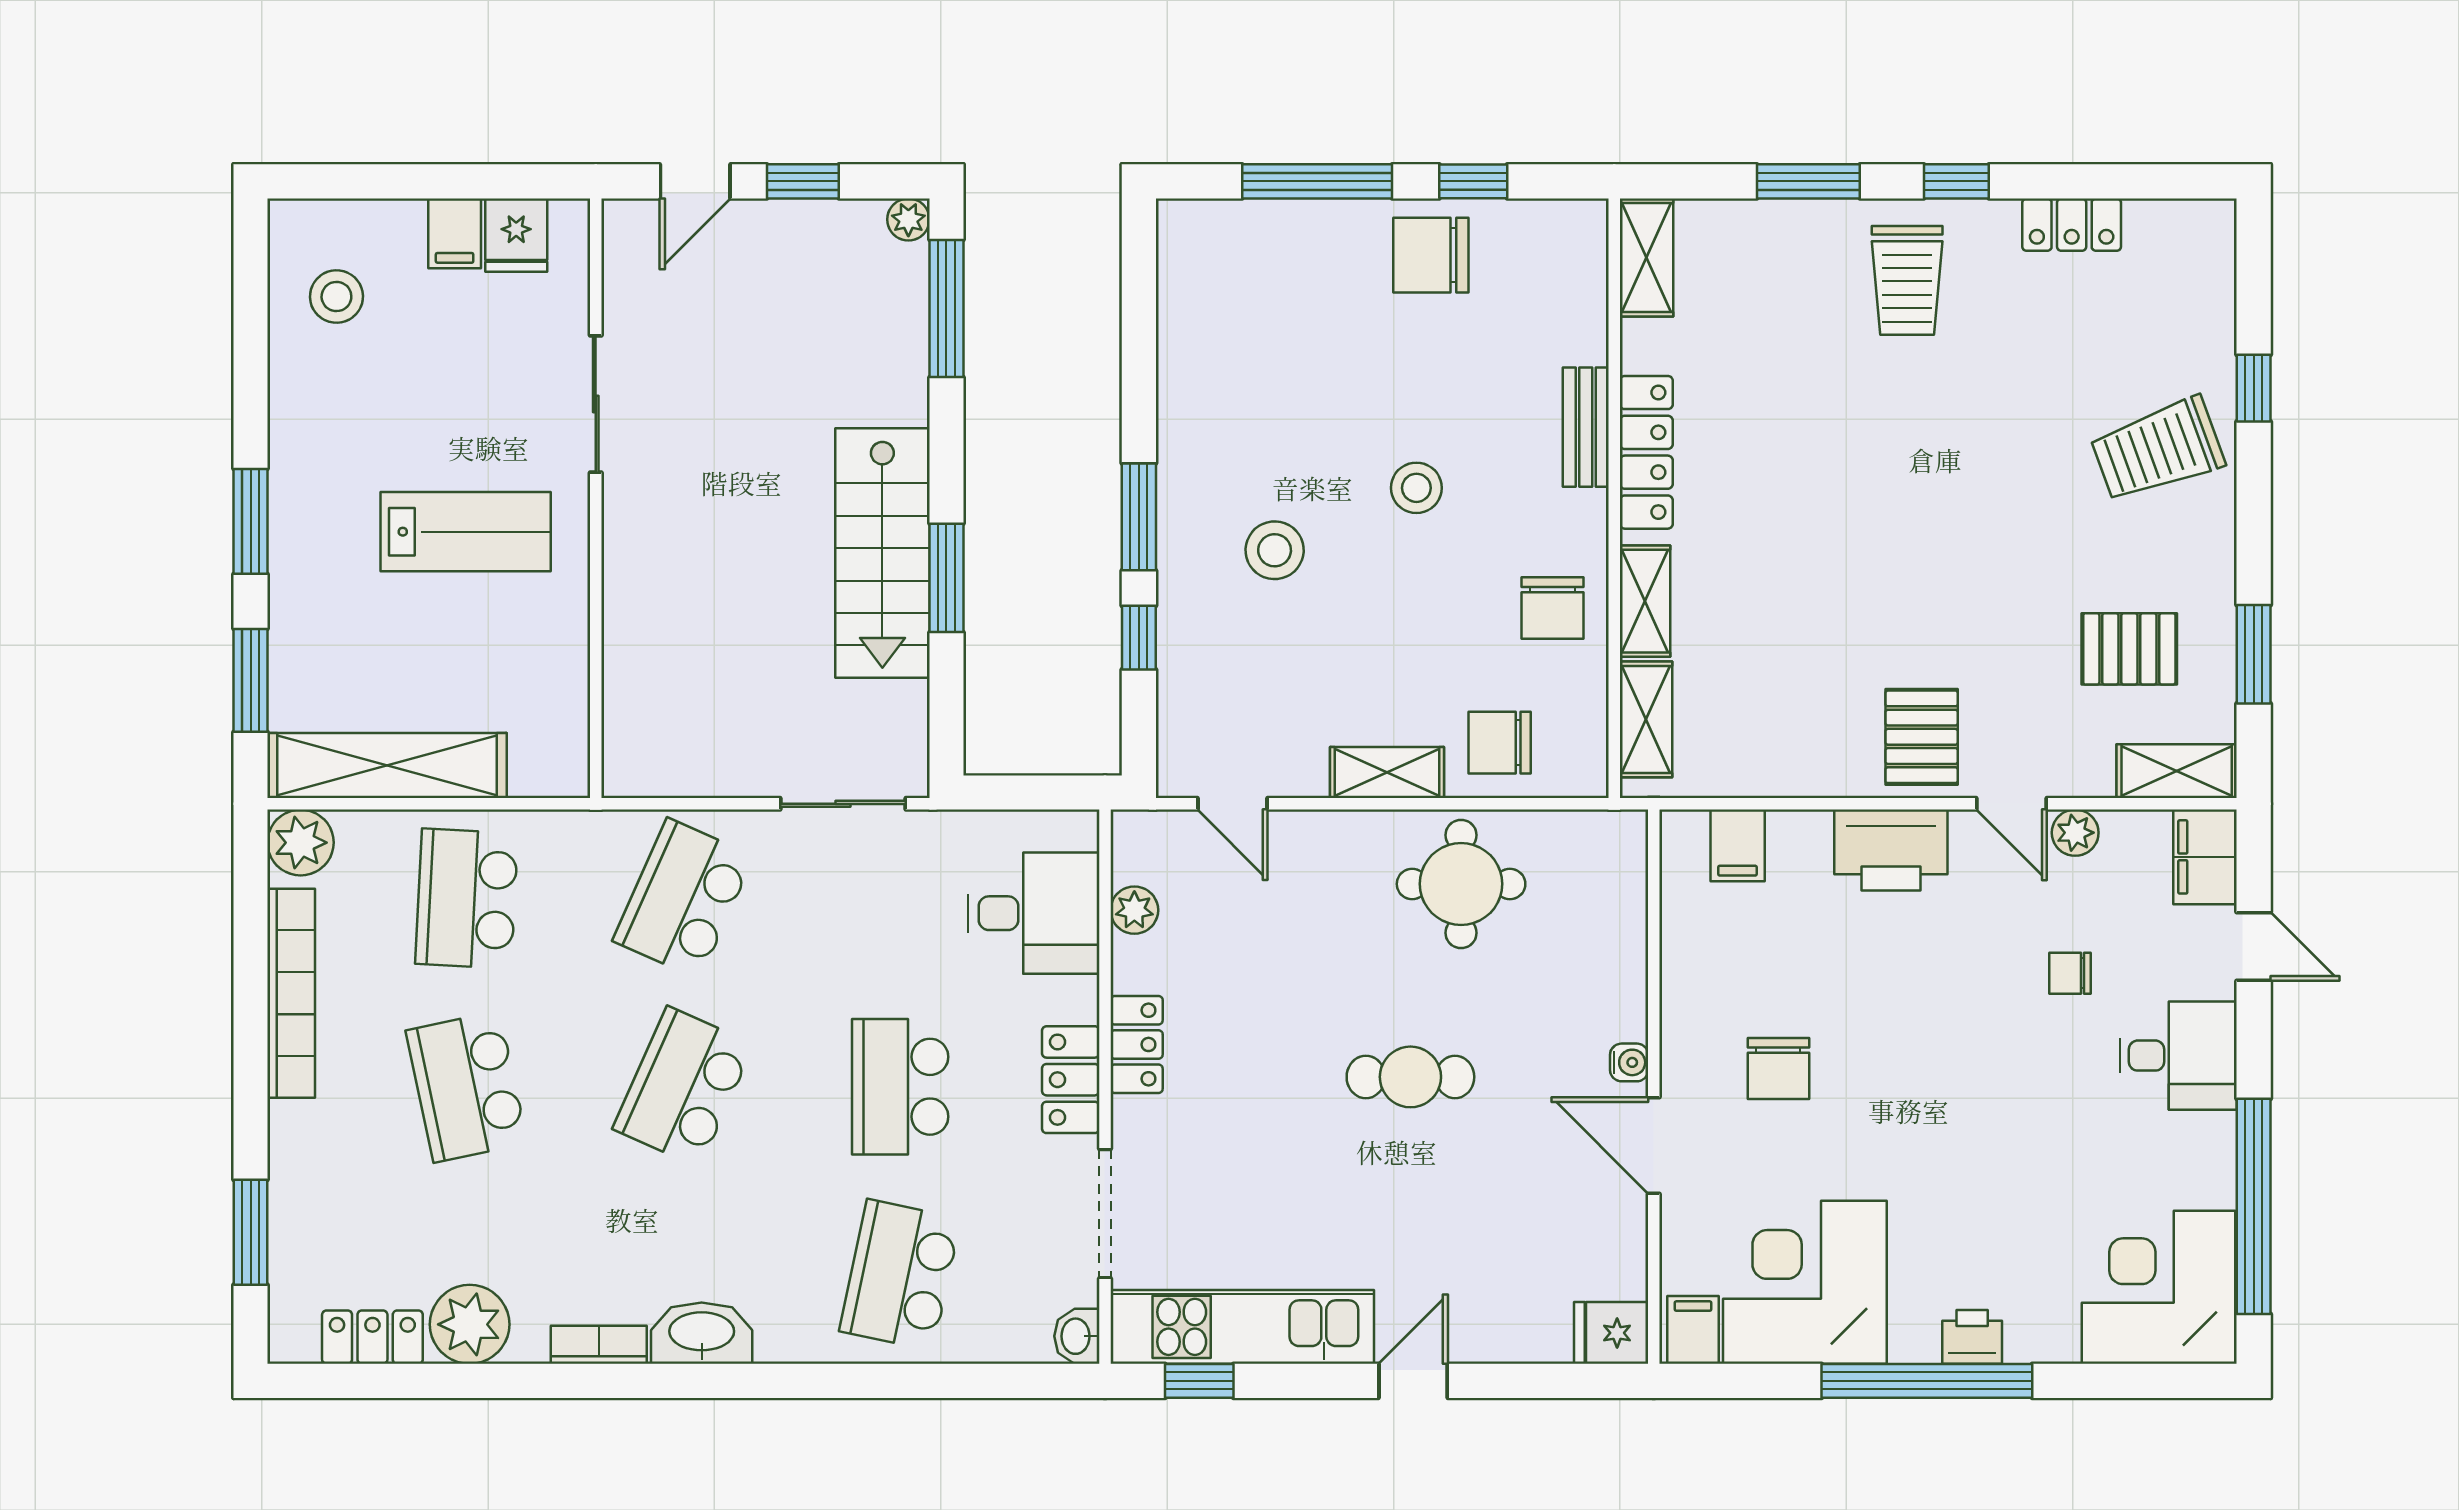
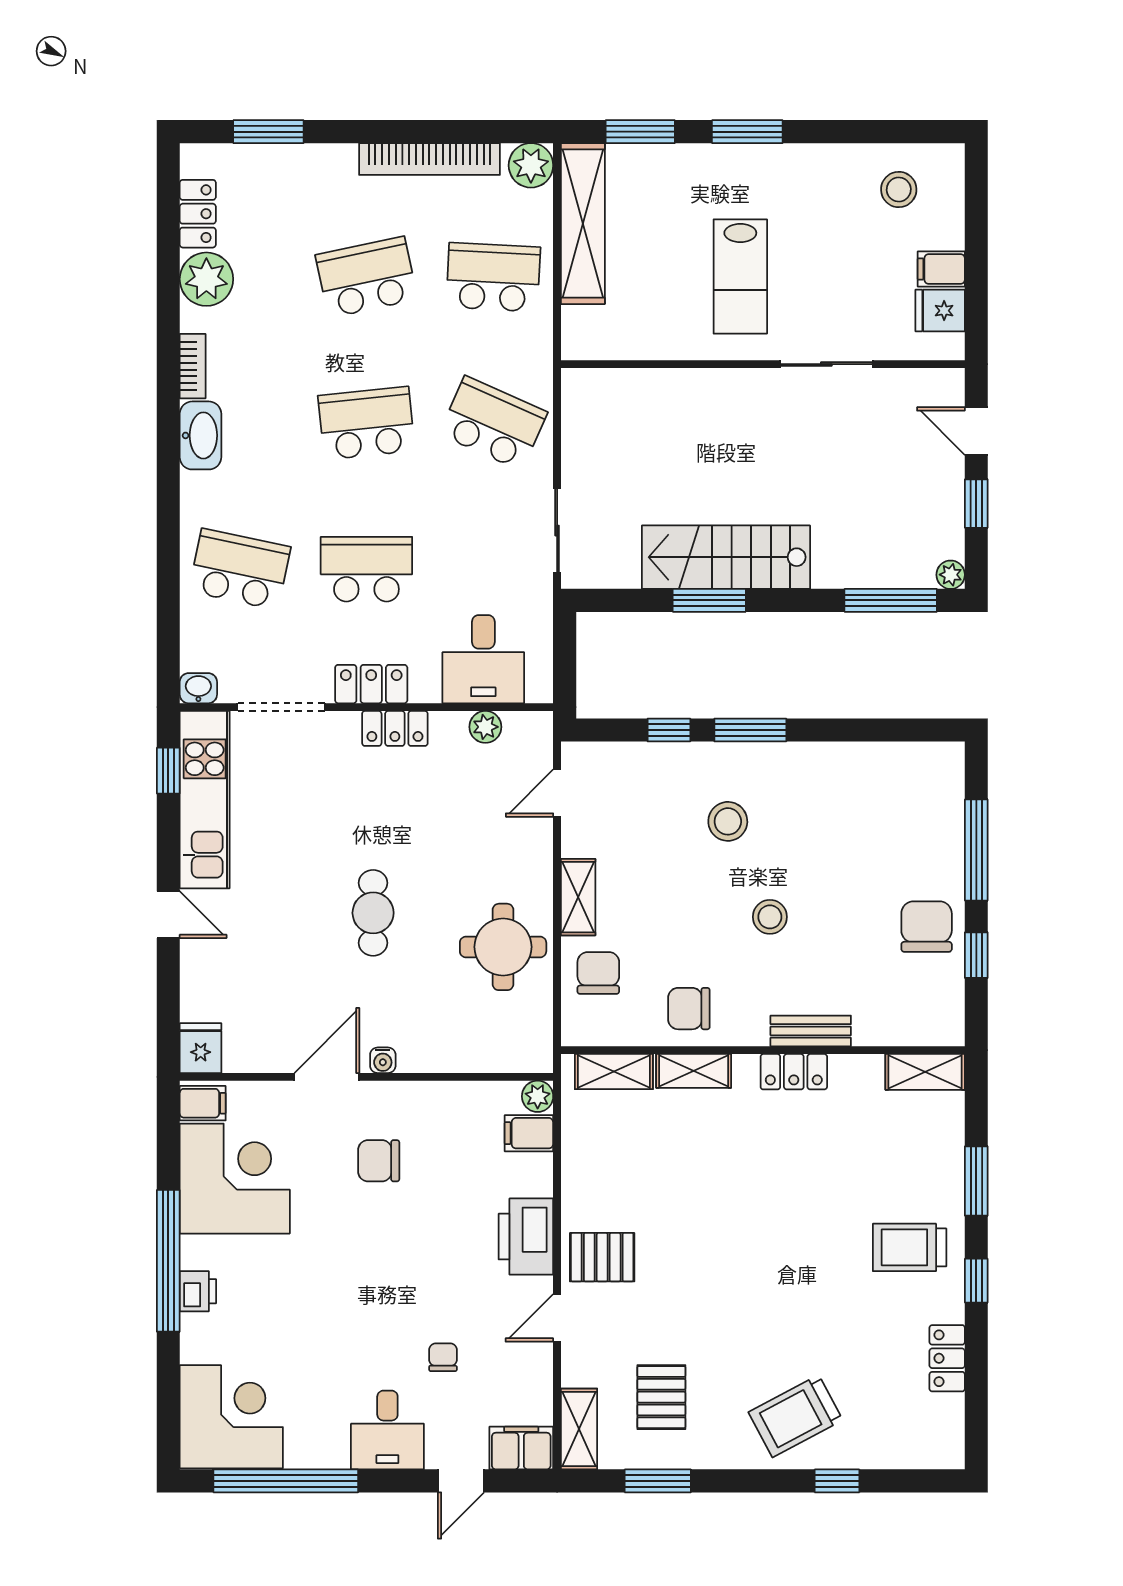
trolley: (2158, 450) -> (796, 1416), turned -98
locker: (1646, 452) -> (794, 1072), width x0.66
plant: (2075, 833) -> (538, 1096), moved
school desk: (683, 1087) -> (366, 423), turned -30

